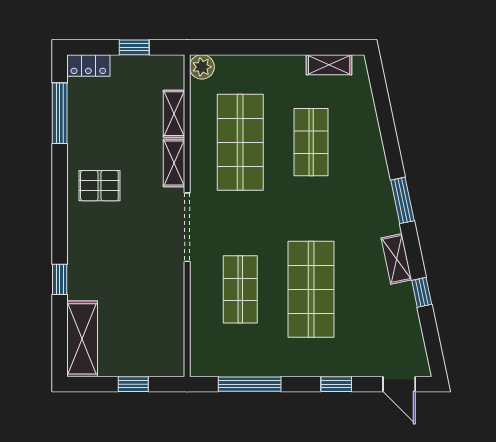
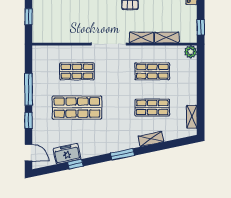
window: (134, 47) -> (201, 27), moved
shop shelf: (240, 142) -> (152, 71), width x0.70, depth x0.74
shelving: (396, 259) -> (151, 139), moved
freezer: (402, 309) -> (67, 154), added
window: (250, 384) -> (29, 89), moved
door: (399, 384) -> (29, 153), swing flipped

